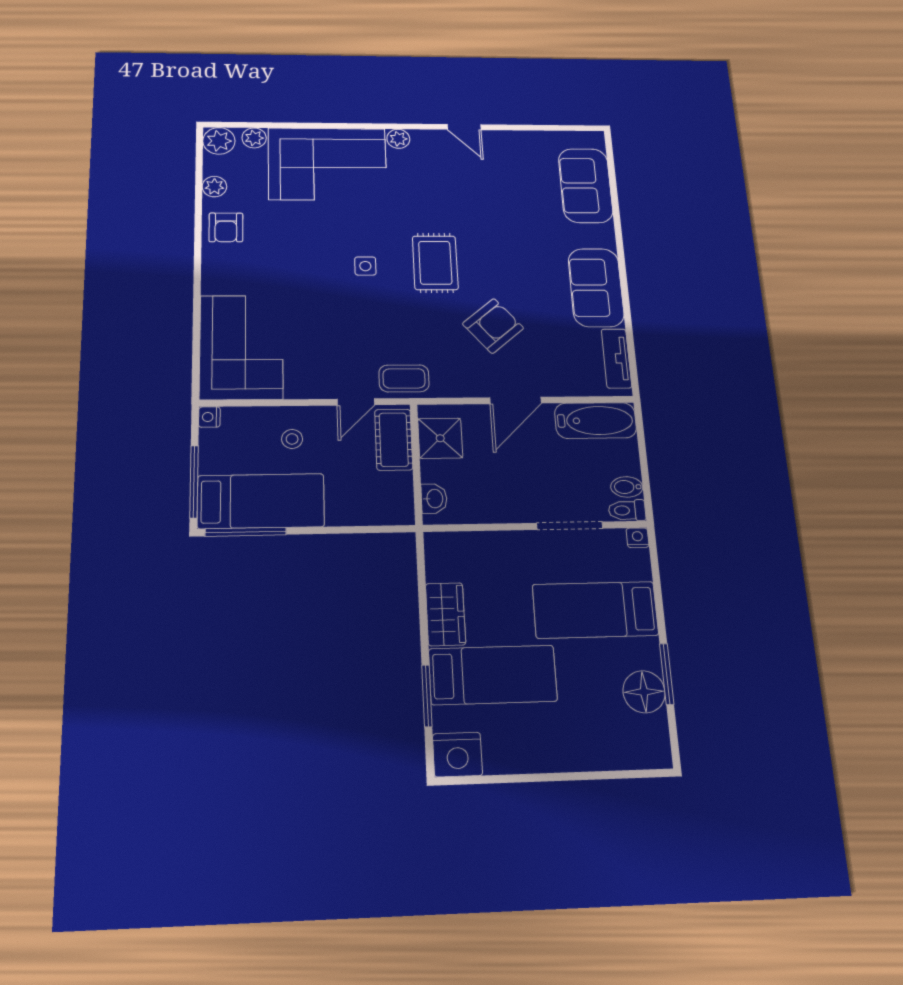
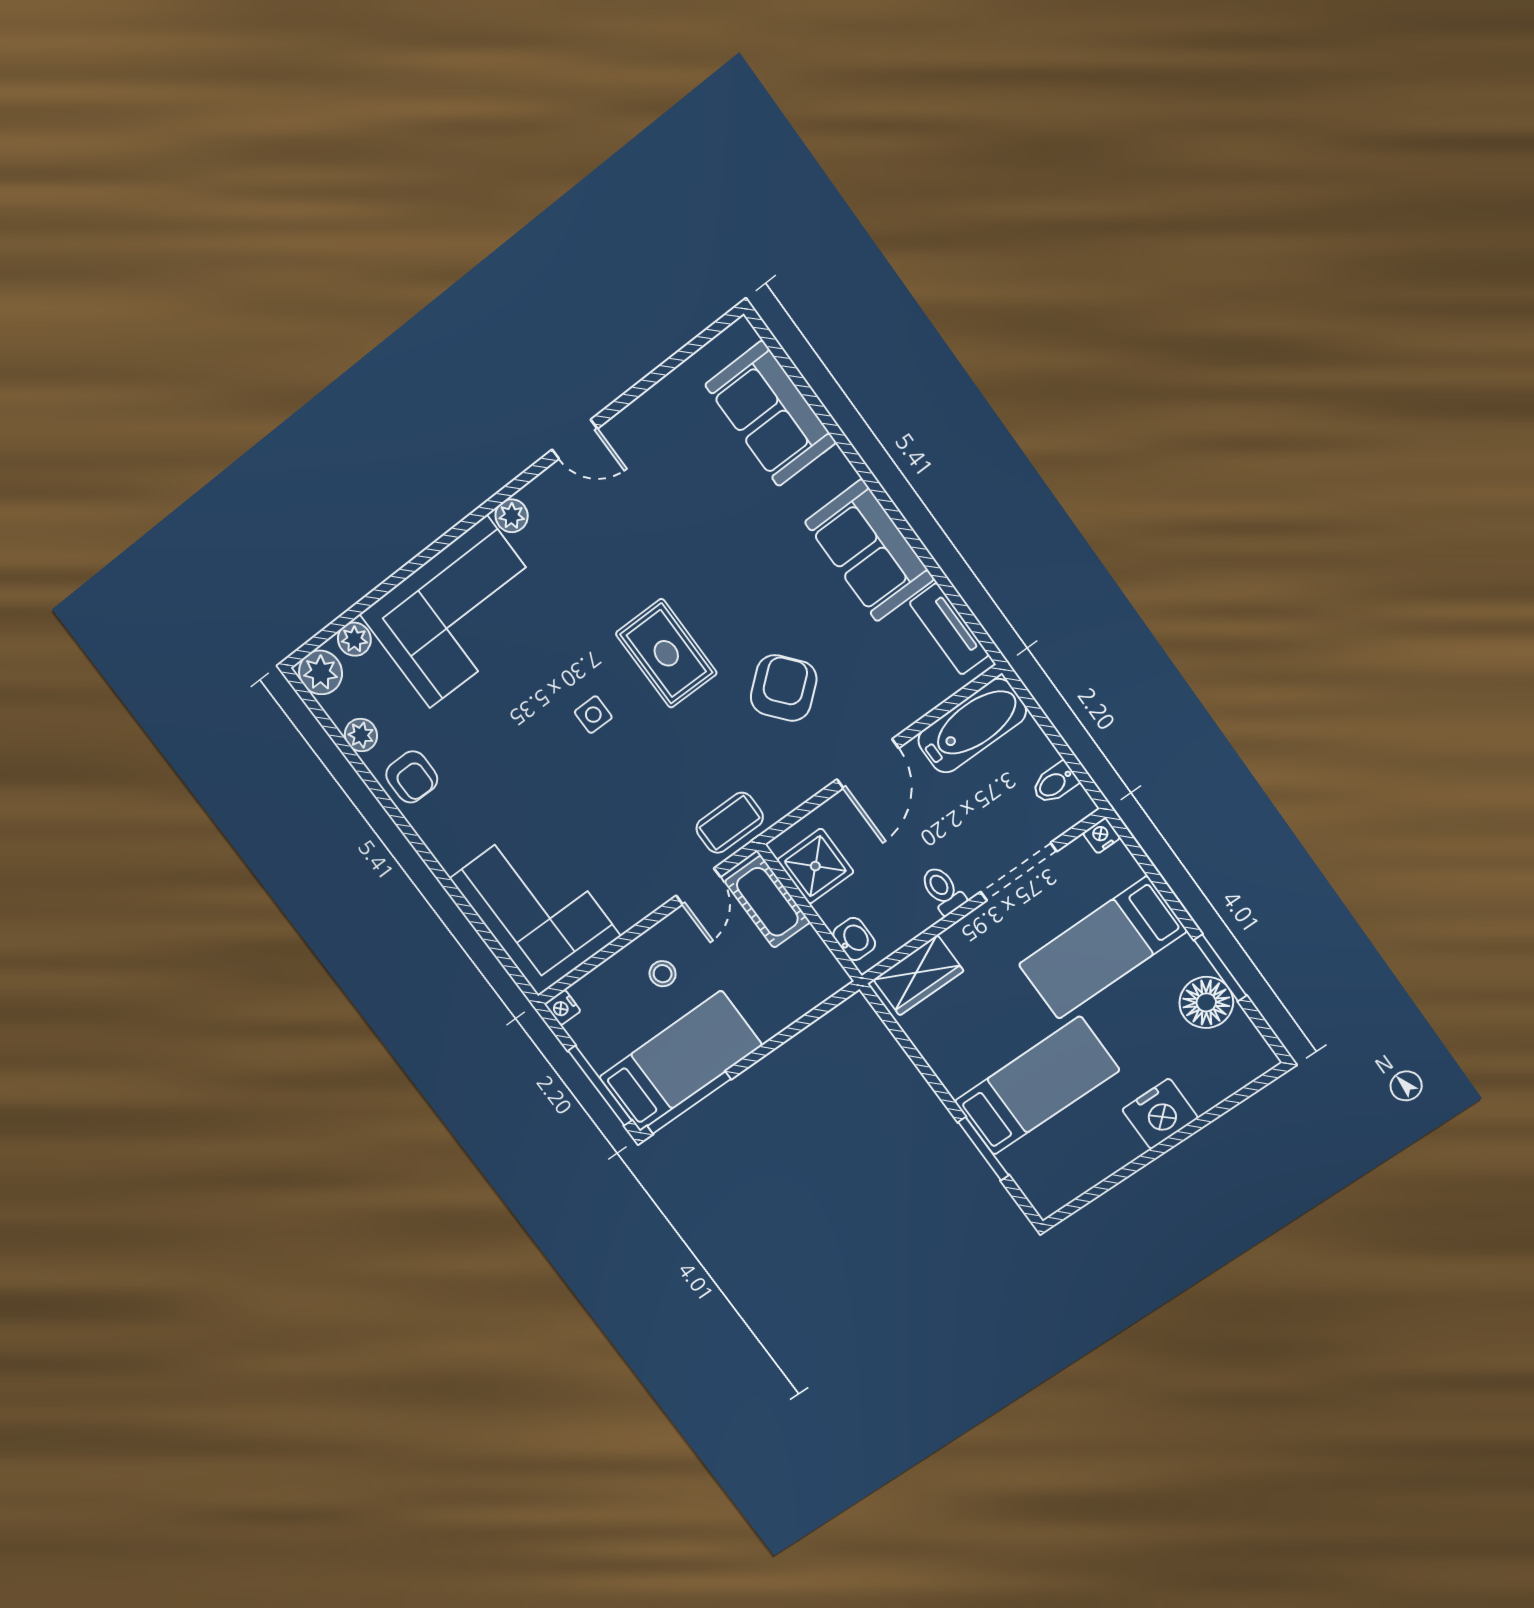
toilet: (627, 510) -> (943, 890), moved, turned 90
wardrobe: (445, 614) -> (918, 975), moved, turned 90
nightstand: (457, 755) -> (1160, 1114), moved

